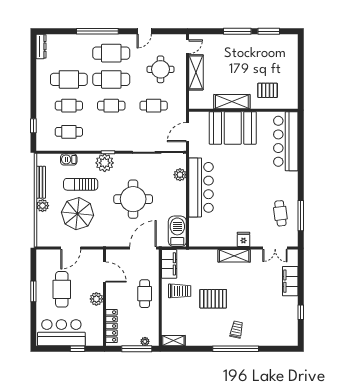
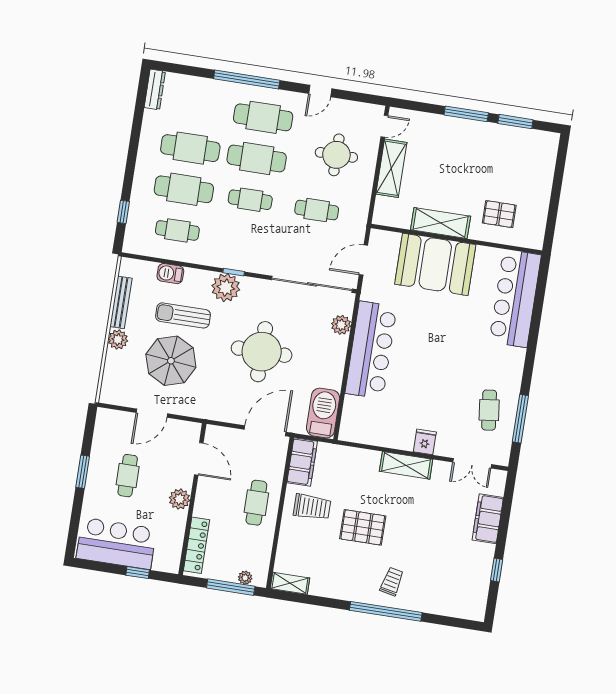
cafe table: (69, 106) -> (184, 189), width x1.37, depth x1.35
cafe table: (62, 289) -> (128, 476), width x0.73, depth x0.74

